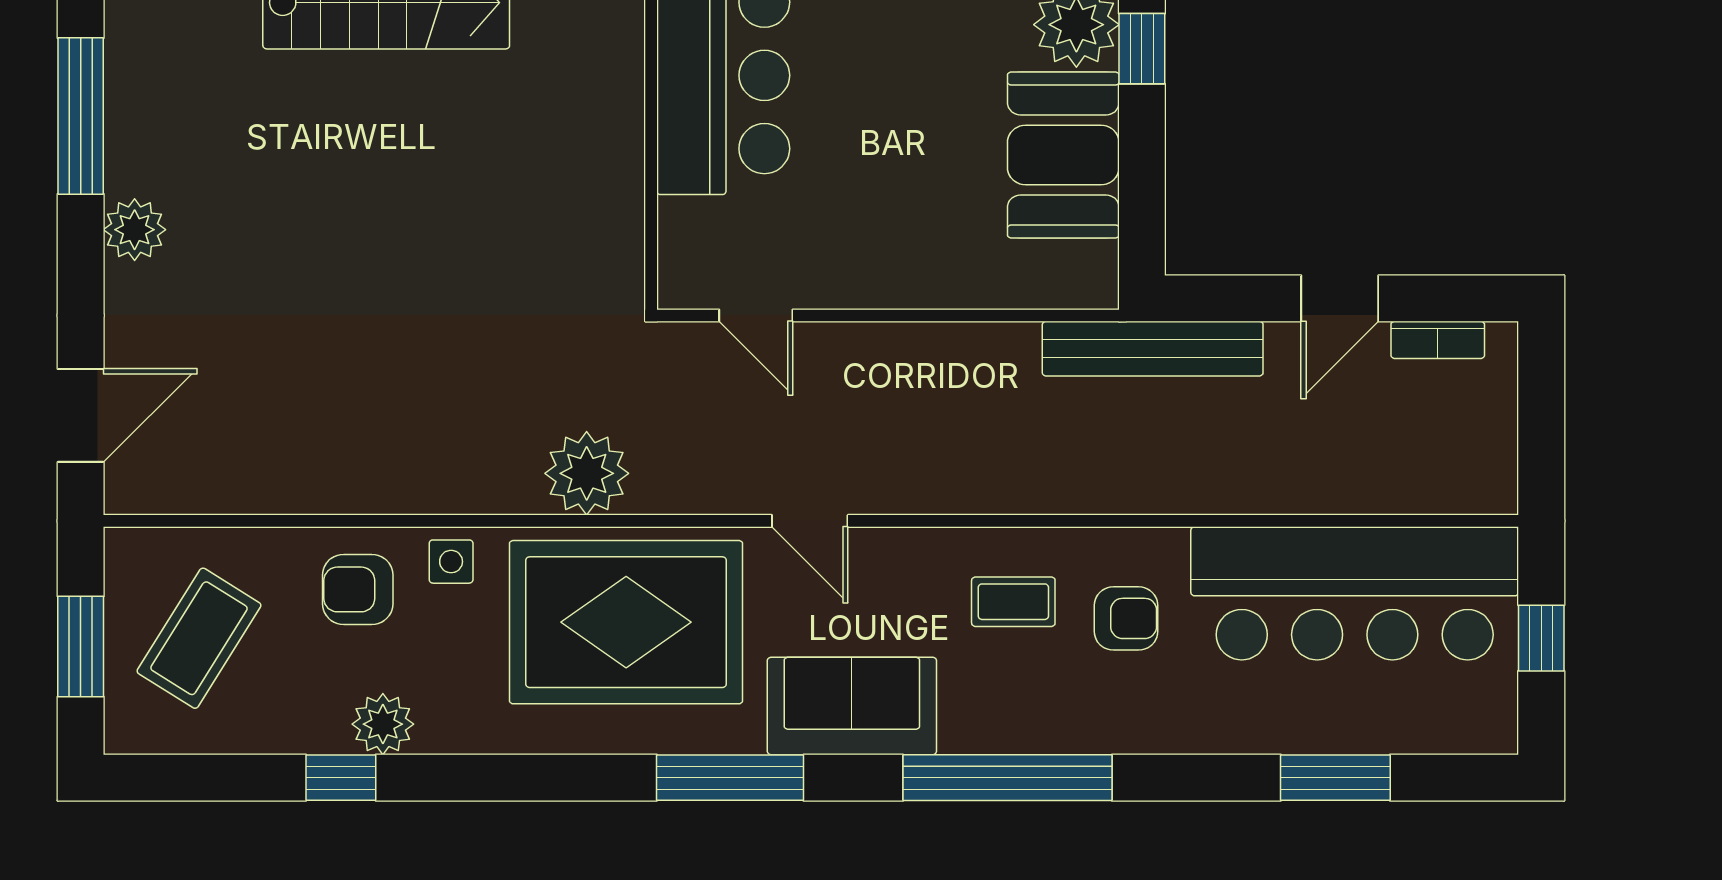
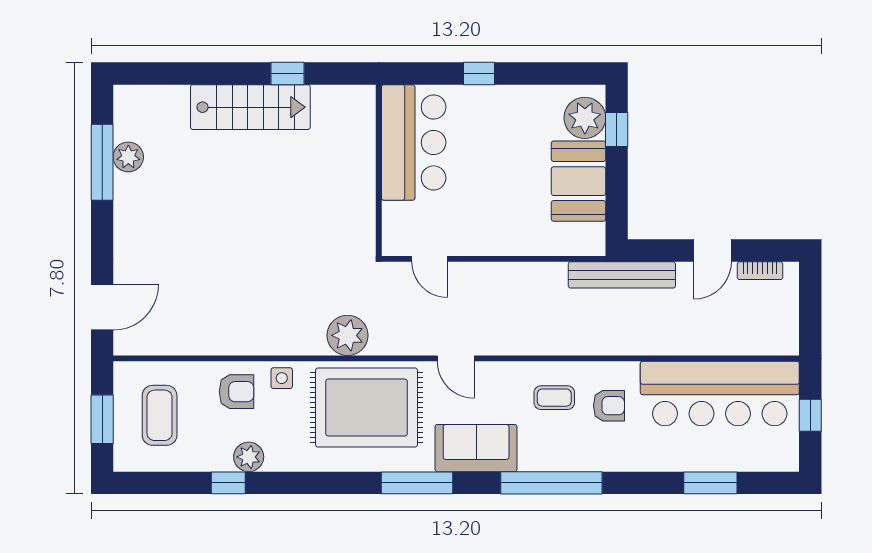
plant: (135, 230) -> (128, 157), moved
armchair: (358, 589) -> (236, 392), turned 180
coffee table: (199, 638) -> (160, 415), turned -32

